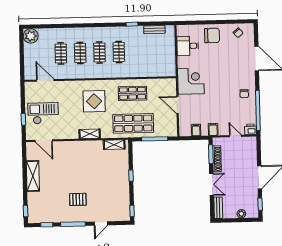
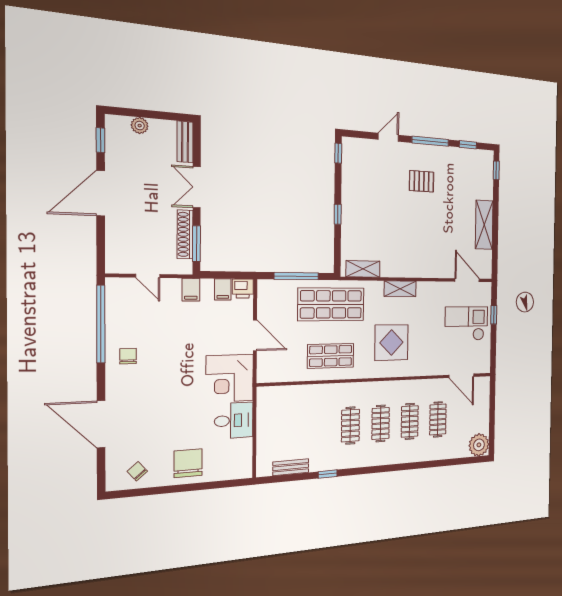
chair: (212, 36) -> (188, 463), turned 90
desk: (188, 46) -> (234, 420), moved
checkout: (43, 113) -> (466, 324), turned 180
printer: (250, 129) -> (243, 289), moved

